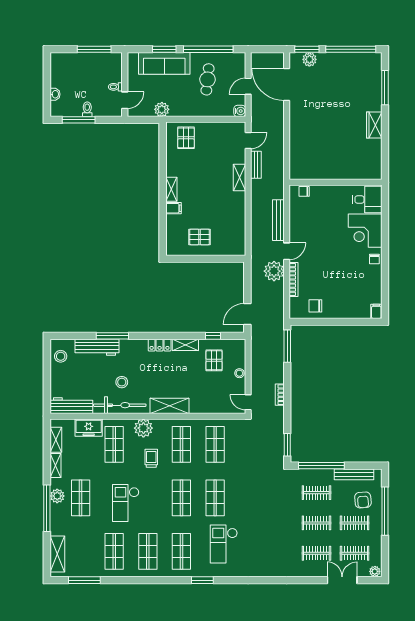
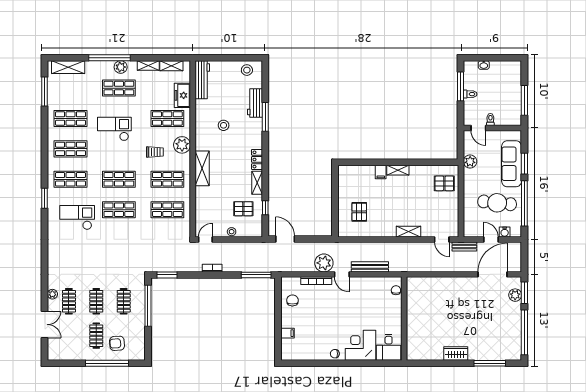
cafe table: (208, 79) -> (497, 203), width x1.37, depth x1.35
water cooler: (240, 111) -> (505, 232), moved
bench: (256, 165) -> (464, 247), moved
pallet: (199, 237) -> (359, 212), moved
filing cabinet: (376, 311) -> (288, 333), moved
workbench: (97, 347) -> (255, 103), width x0.73
bicycle: (120, 405) -> (203, 124), removed
bench: (354, 474) -> (140, 335), removed
clothes rail: (355, 553) -> (69, 336), removed
plant: (375, 571) -> (52, 294), moved

